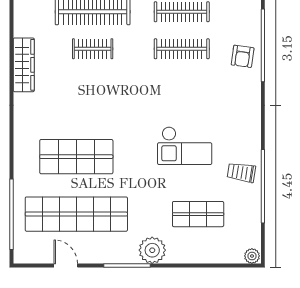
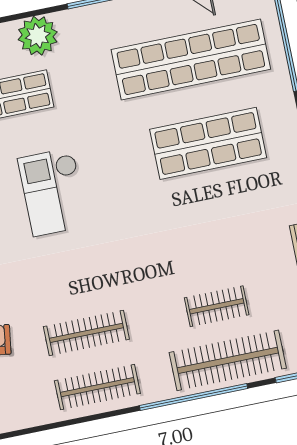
checkout: (185, 146) -> (53, 192), turned -90
plant: (152, 250) -> (38, 36), moved

